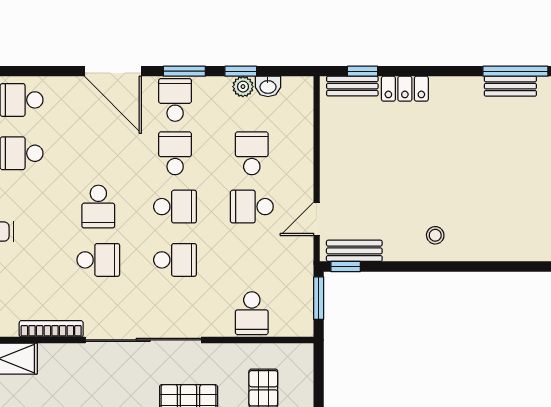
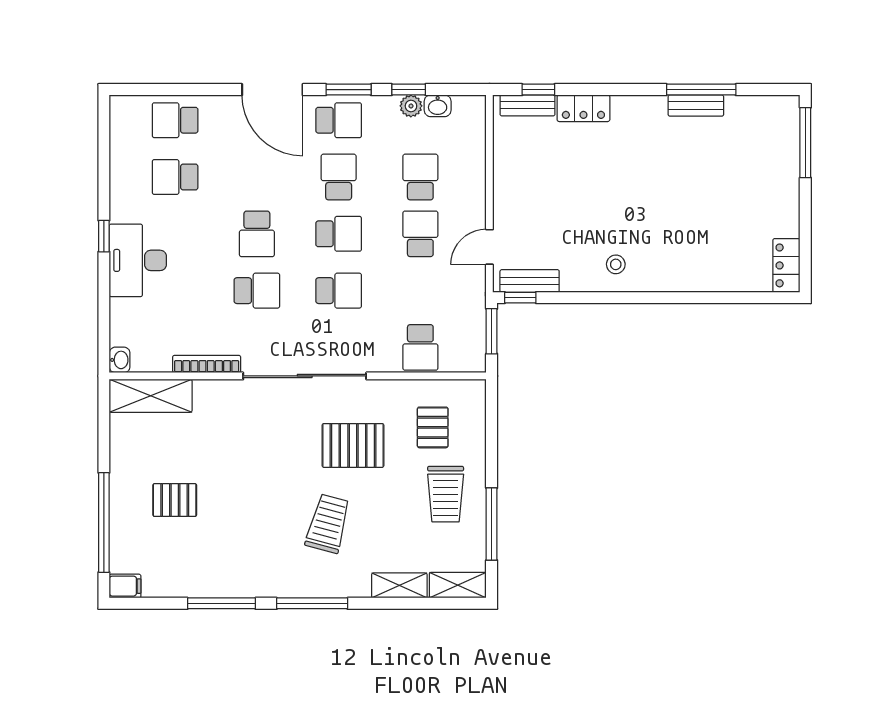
school desk: (175, 100) -> (339, 120), turned 90
school desk: (252, 207) -> (420, 234), turned 90

